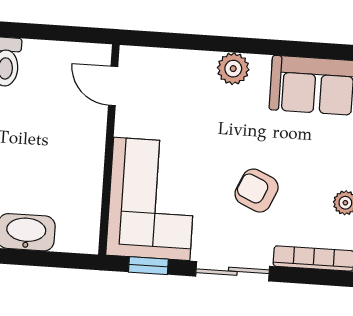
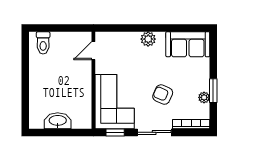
door: (113, 86) -> (93, 51), hinge flipped

